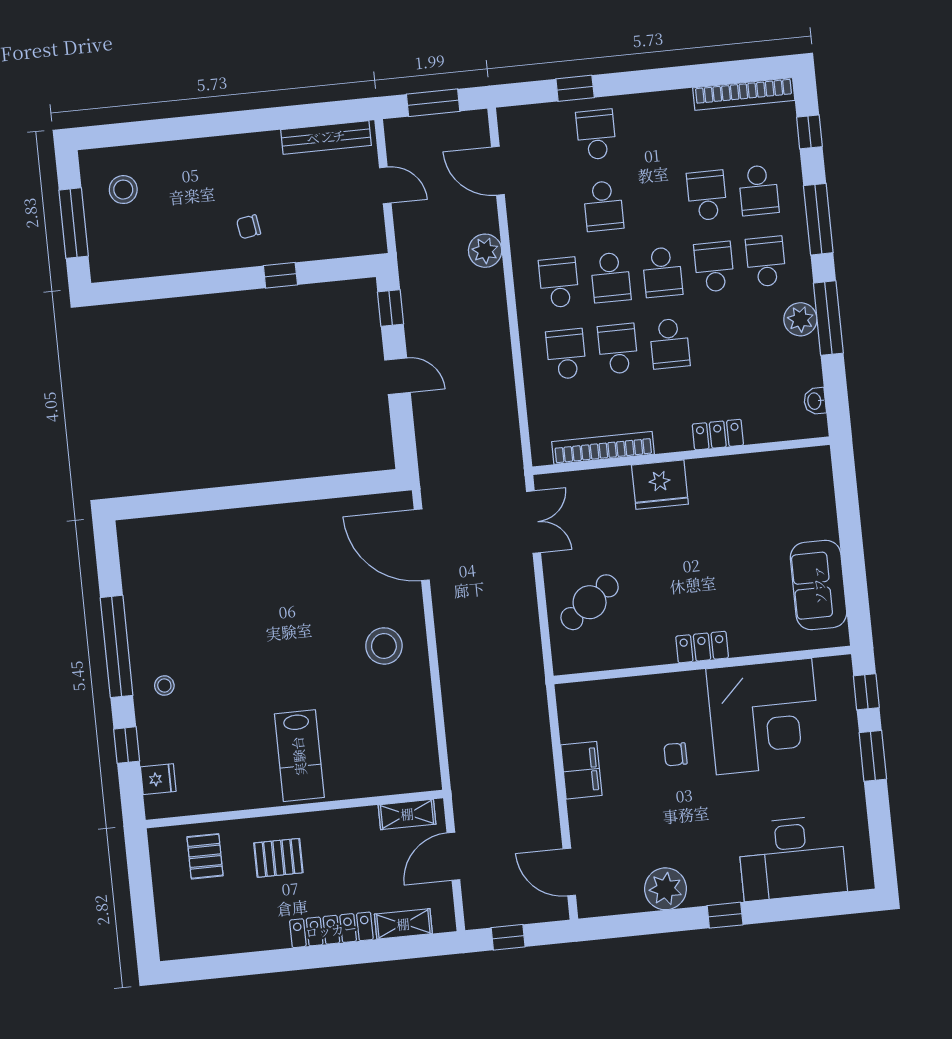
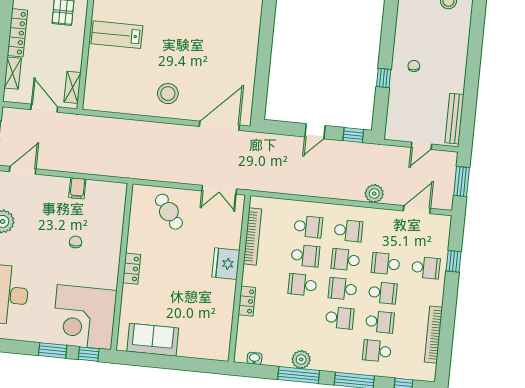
bookcase: (744, 94) -> (433, 335), moved
school desk: (766, 262) -> (383, 293), moved
corner desk: (764, 716) -> (84, 317), moved
filing cabinet: (581, 770) -> (77, 188), width x0.50

